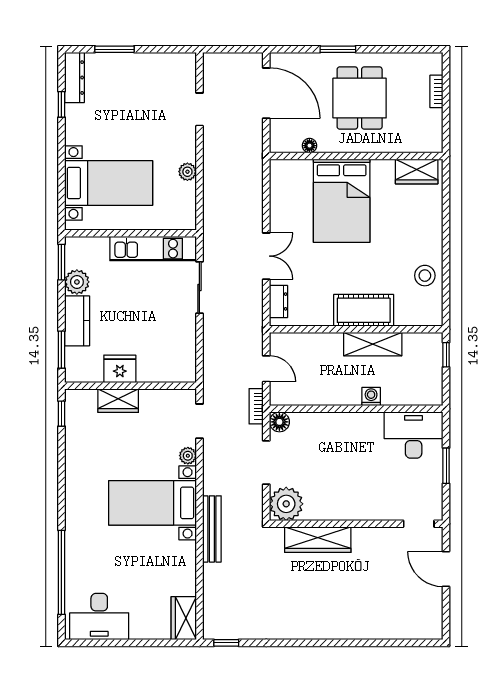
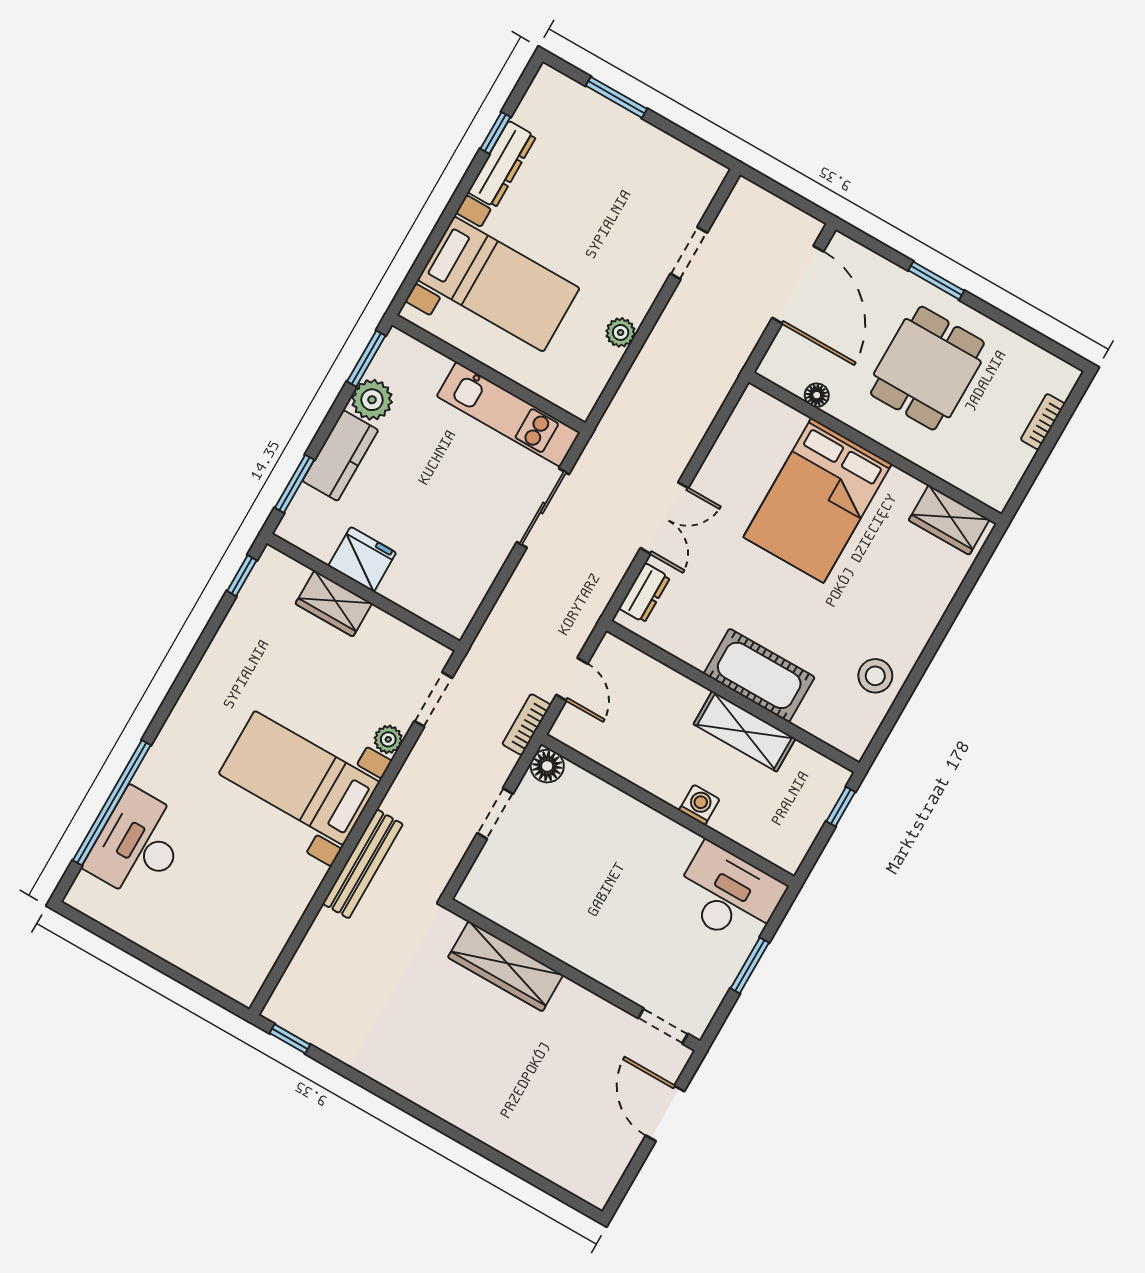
dresser: (74, 78) -> (502, 164), moved
doorway: (266, 463) -> (495, 814), width x0.73
plant: (286, 504) -> (490, 889), removed
desk: (99, 617) -> (138, 844), moved, turned 90
wardrobe: (184, 618) -> (249, 969), removed

